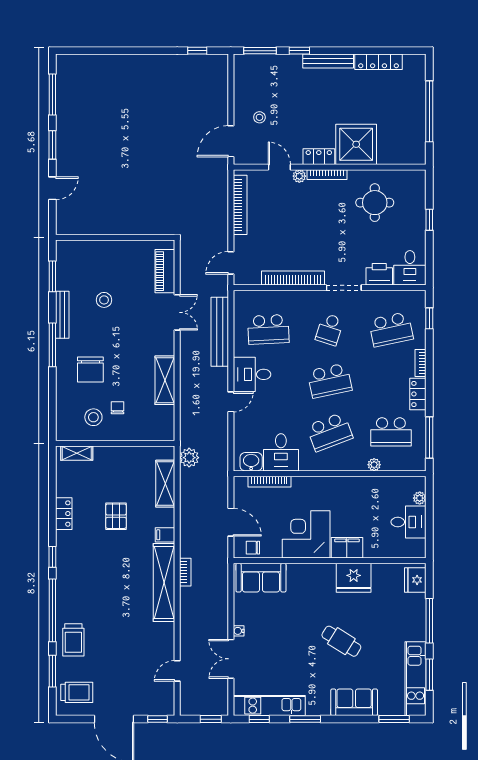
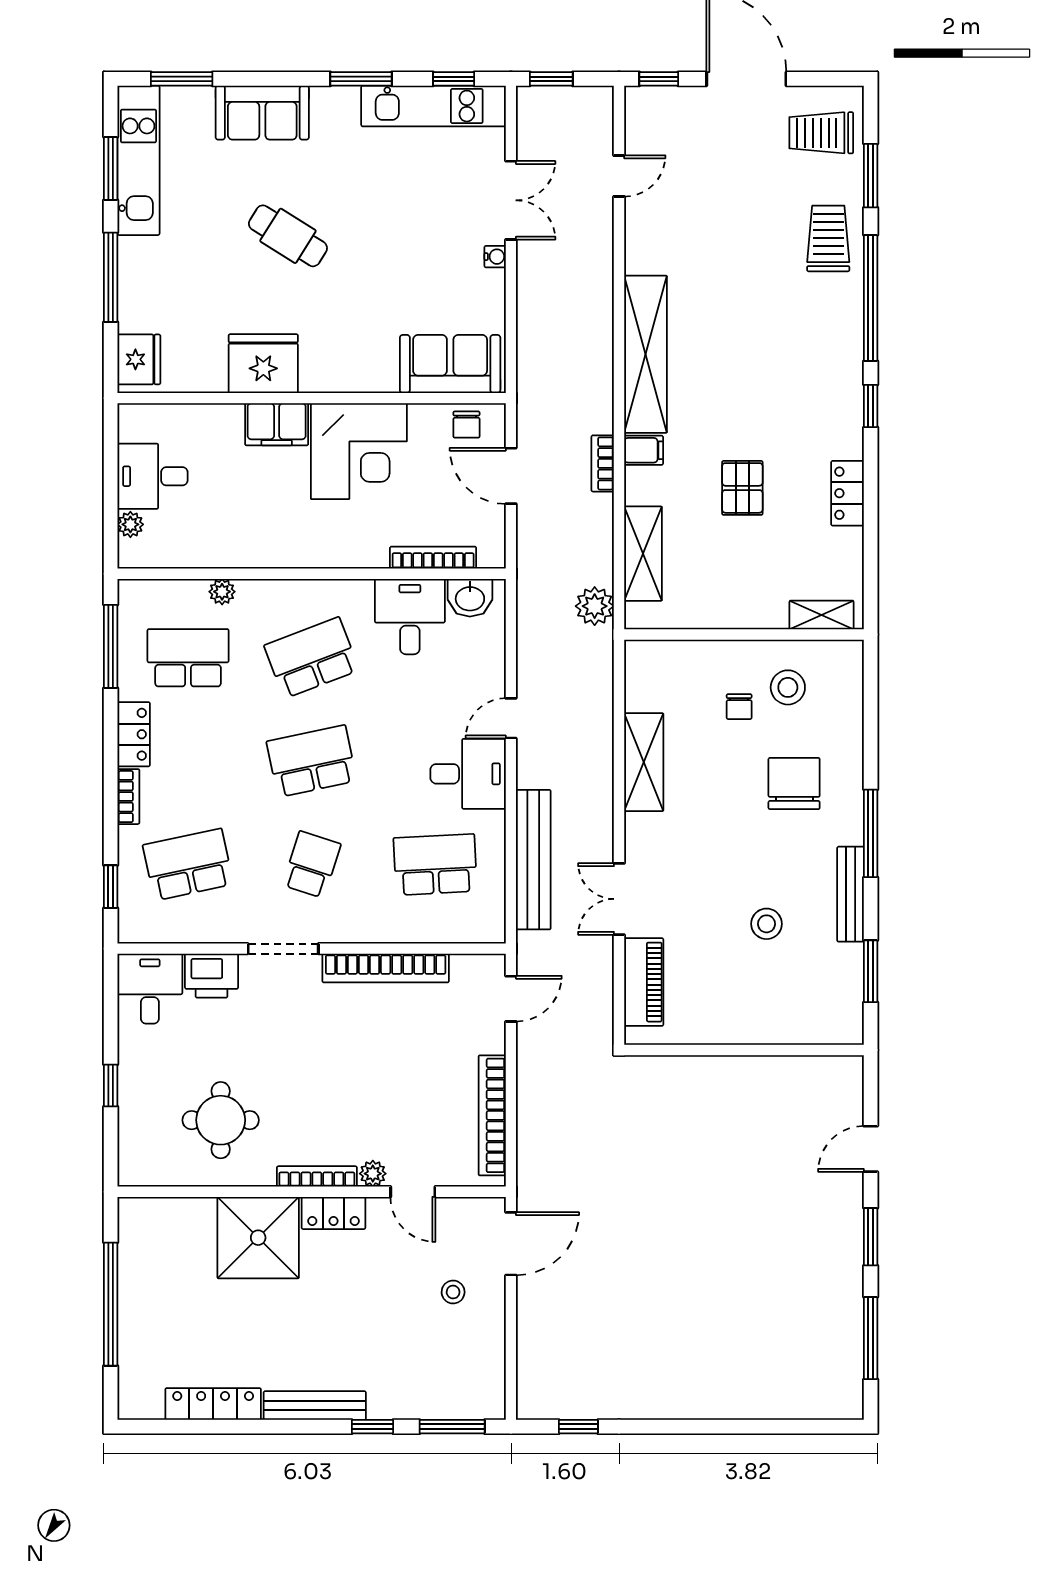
chair: (253, 548) -> (466, 425), turned 90
bookcase: (185, 572) -> (603, 463), moved

